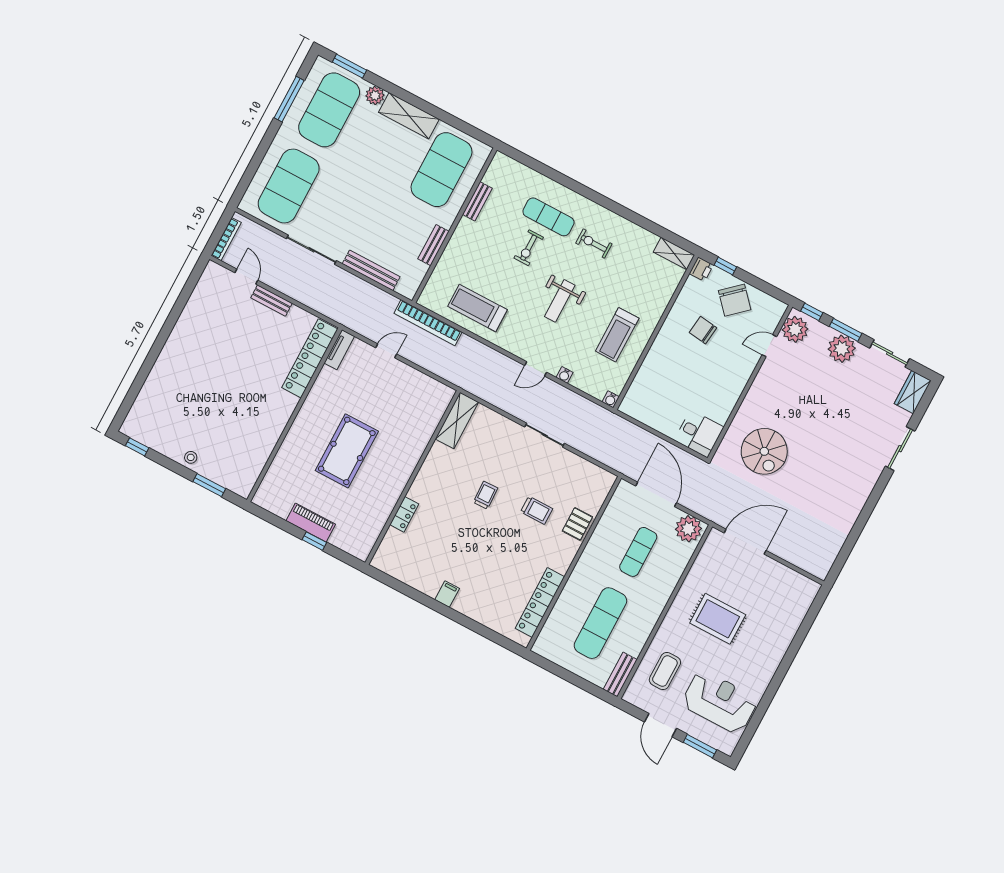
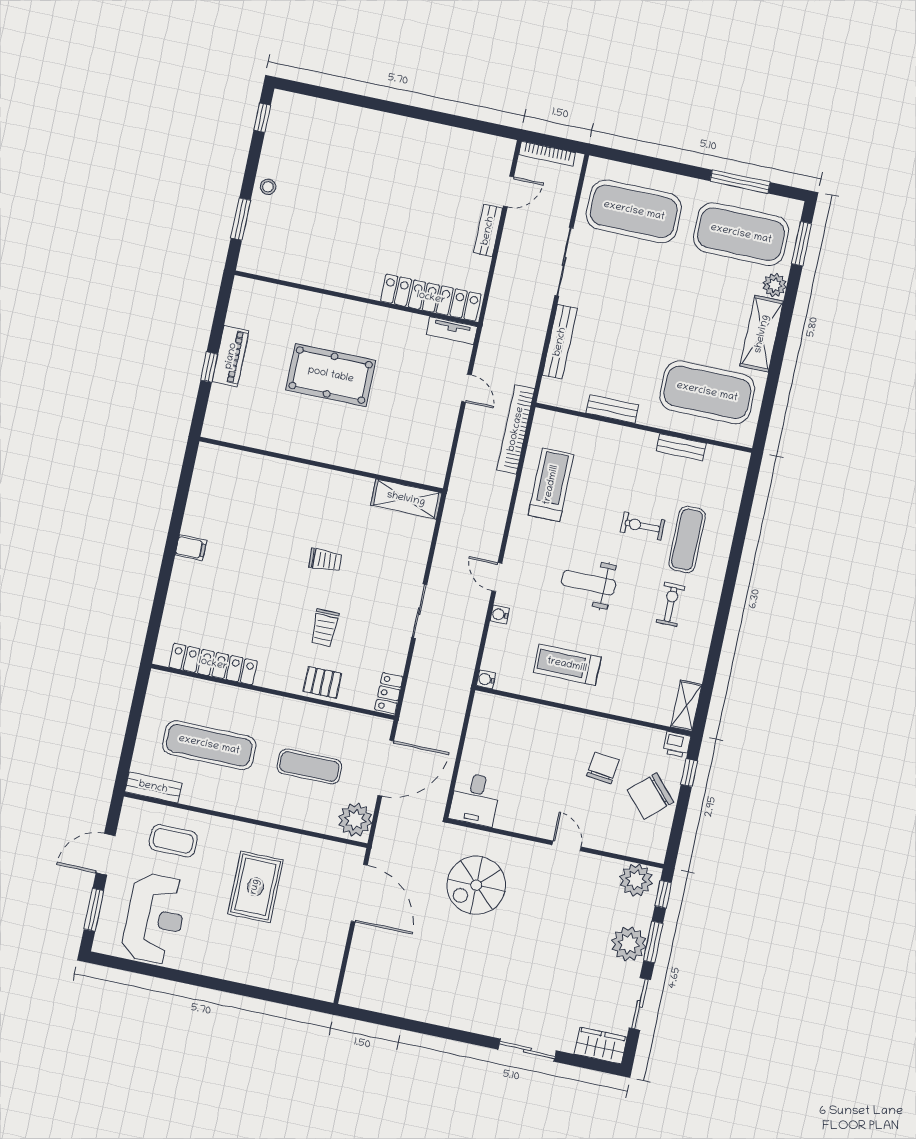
door: (769, 346) -> (567, 846), moved
locker: (404, 514) -> (389, 693), moved, turned 90

